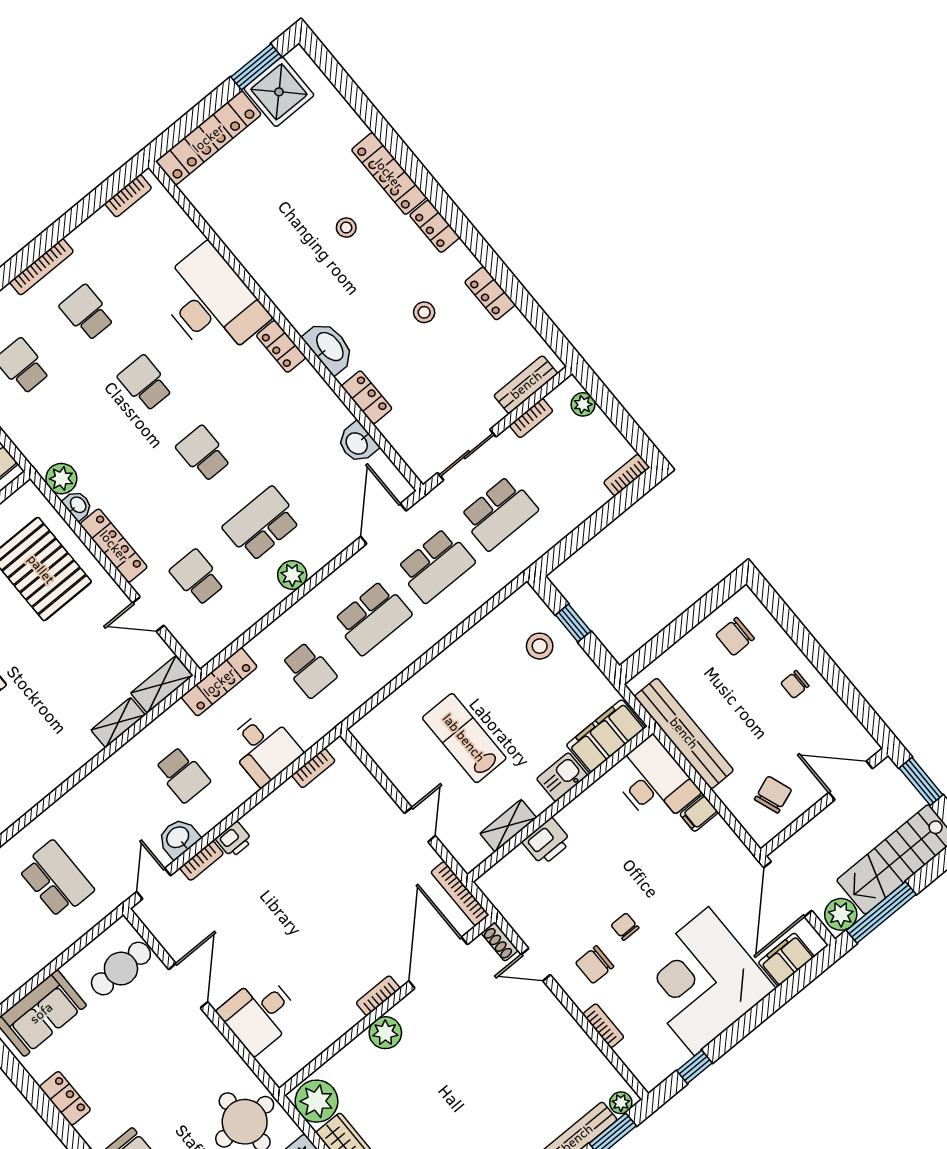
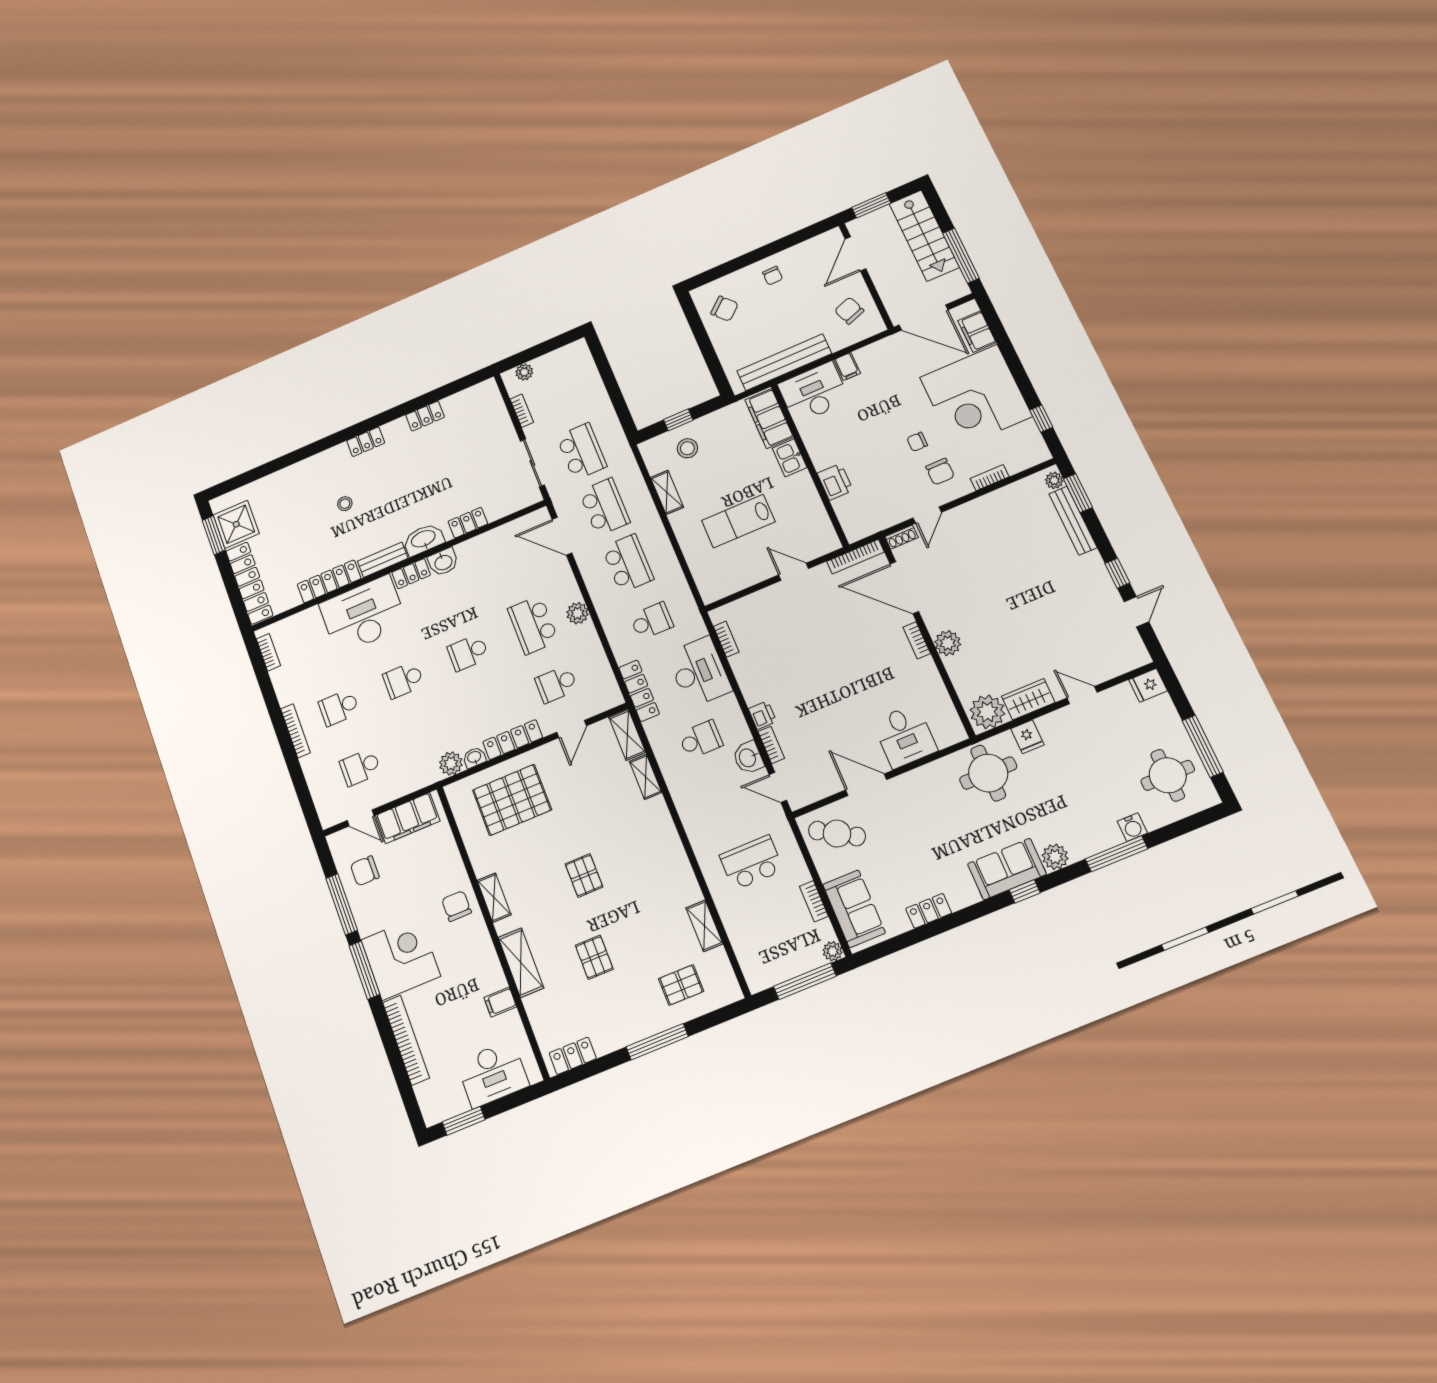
locker: (389, 174) -> (329, 581), moved, turned 180
stool: (424, 312) -> (422, 465), removed
bench: (526, 385) -> (383, 560), moved, turned 90
washbasin: (357, 443) -> (443, 562), moved
bookcase: (627, 475) -> (814, 901), moved
chair: (735, 637) -> (725, 309), turned -42
desk: (264, 748) -> (699, 672), width x1.37
shelving: (508, 826) -> (667, 492), moved
plant: (841, 914) -> (954, 285), removed
cafe table: (121, 969) -> (837, 834), turned -59

